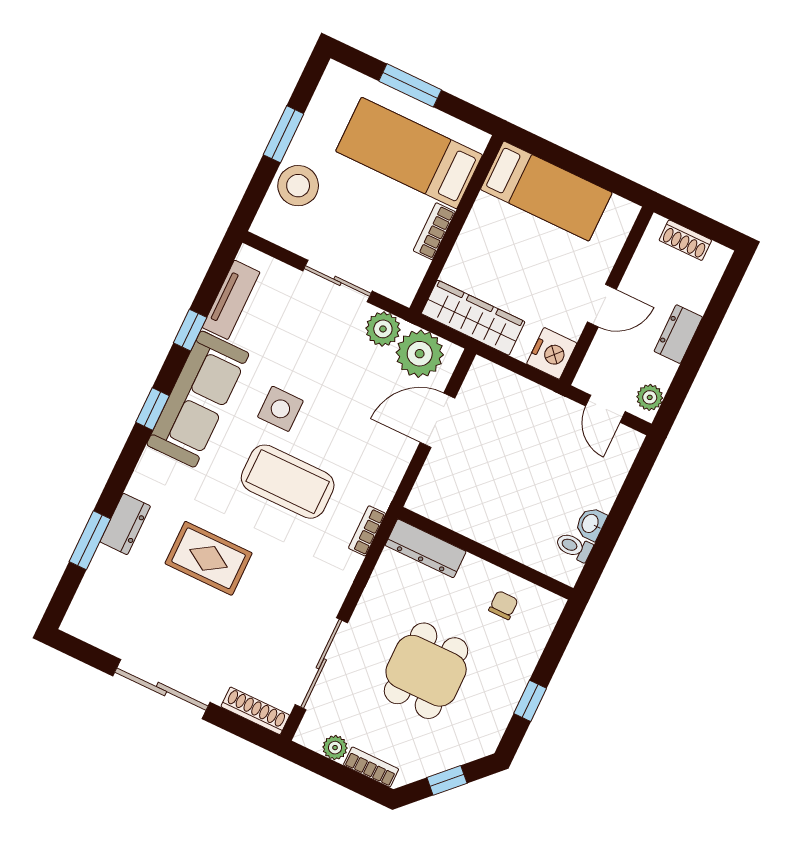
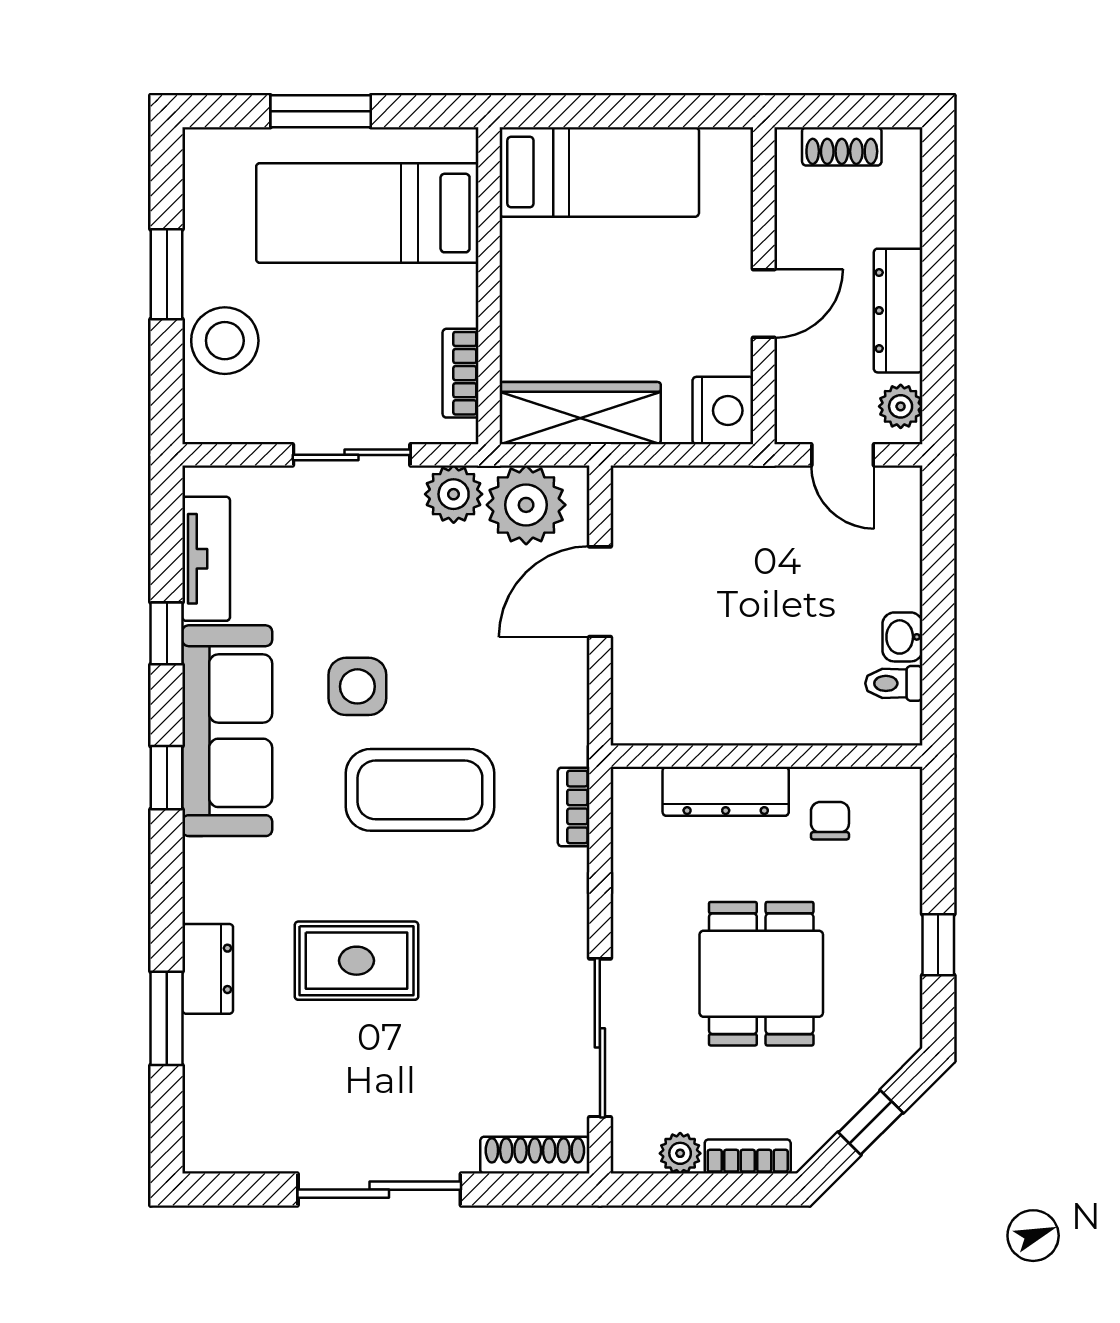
bookcase: (434, 231) -> (461, 373), moved
dresser: (678, 334) -> (898, 311), width x1.44
dresser: (426, 548) -> (726, 791), moved

